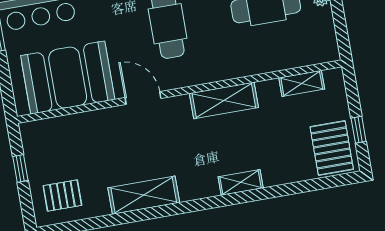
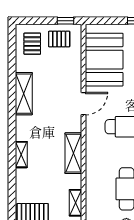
pallet: (48, 154) -> (59, 39), added
window: (20, 168) -> (66, 21), moved

